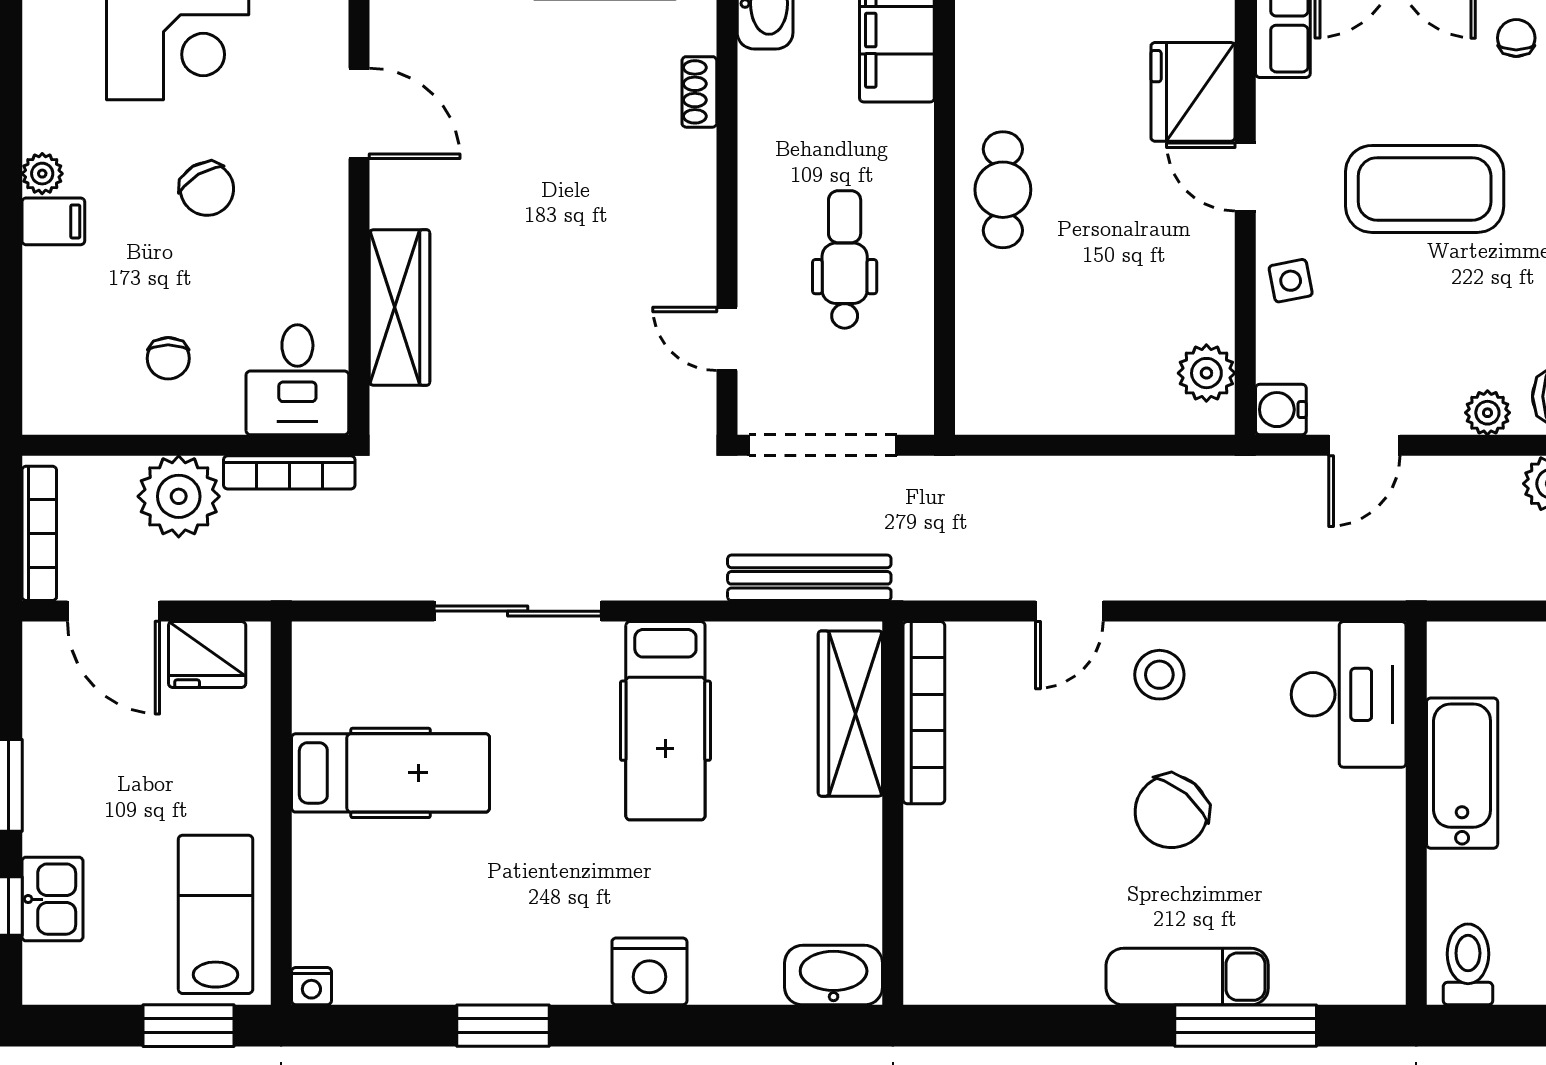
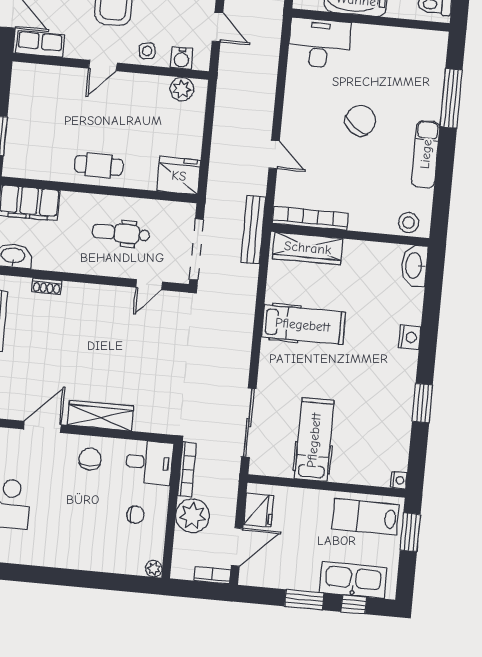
fridge: (1193, 92) -> (179, 176), moved, turned 180
plant: (42, 174) -> (154, 569), moved
chair: (207, 189) -> (90, 459), moved, turned -59
filing cabinet: (53, 221) -> (75, 556), removed
wardrobe: (399, 308) -> (101, 416), moved
water cooler: (1281, 410) -> (182, 58), moved
bookcase: (39, 533) -> (212, 575), width x0.64
bench: (809, 578) -> (253, 230), moved
sliding door: (518, 611) -> (249, 423), moved
stool: (1159, 675) -> (409, 223), moved
chair: (1171, 812) -> (360, 120), turned -94
kitchen sink: (52, 899) -> (353, 580), width x1.88, depth x1.24
nightstand: (649, 971) -> (410, 337), width x0.74, depth x0.75
exam couch: (1187, 977) -> (426, 154), moved

